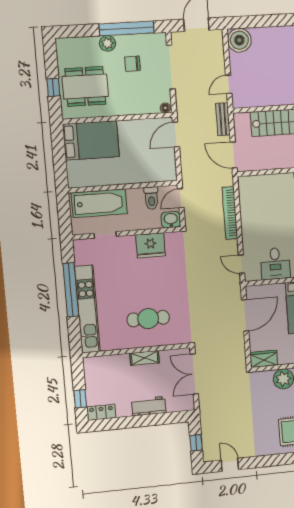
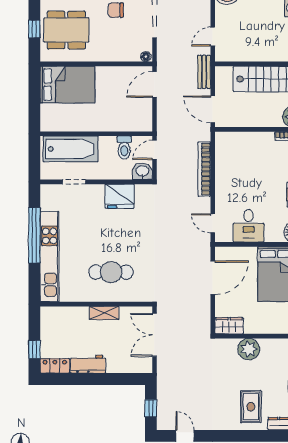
workbench: (149, 406) -> (88, 364), moved

